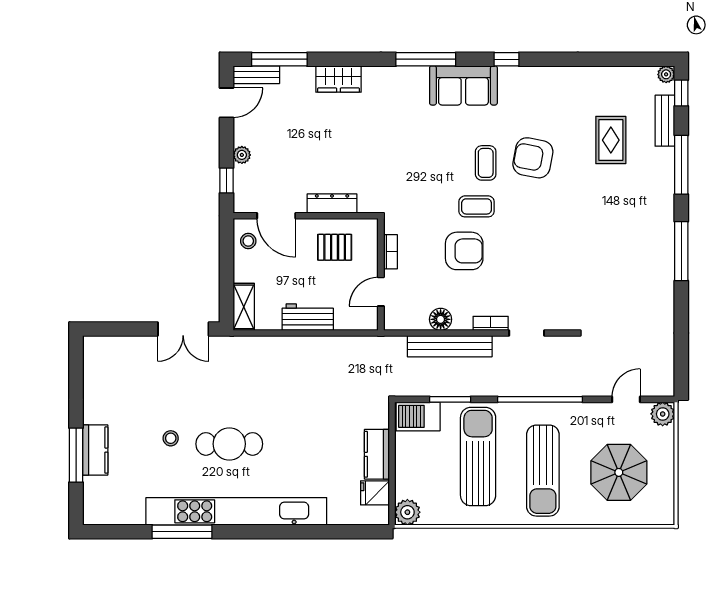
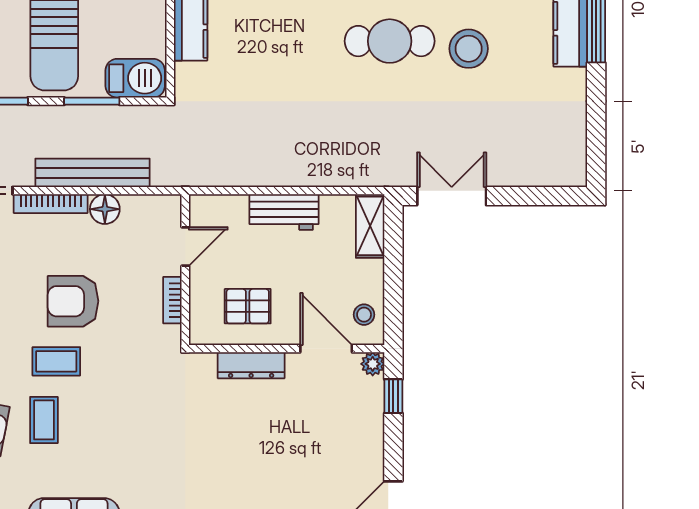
plant: (242, 155) -> (373, 364), moved
bookcase: (491, 323) -> (51, 204), width x1.56
stool: (171, 438) -> (469, 49), width x1.89, depth x1.89

